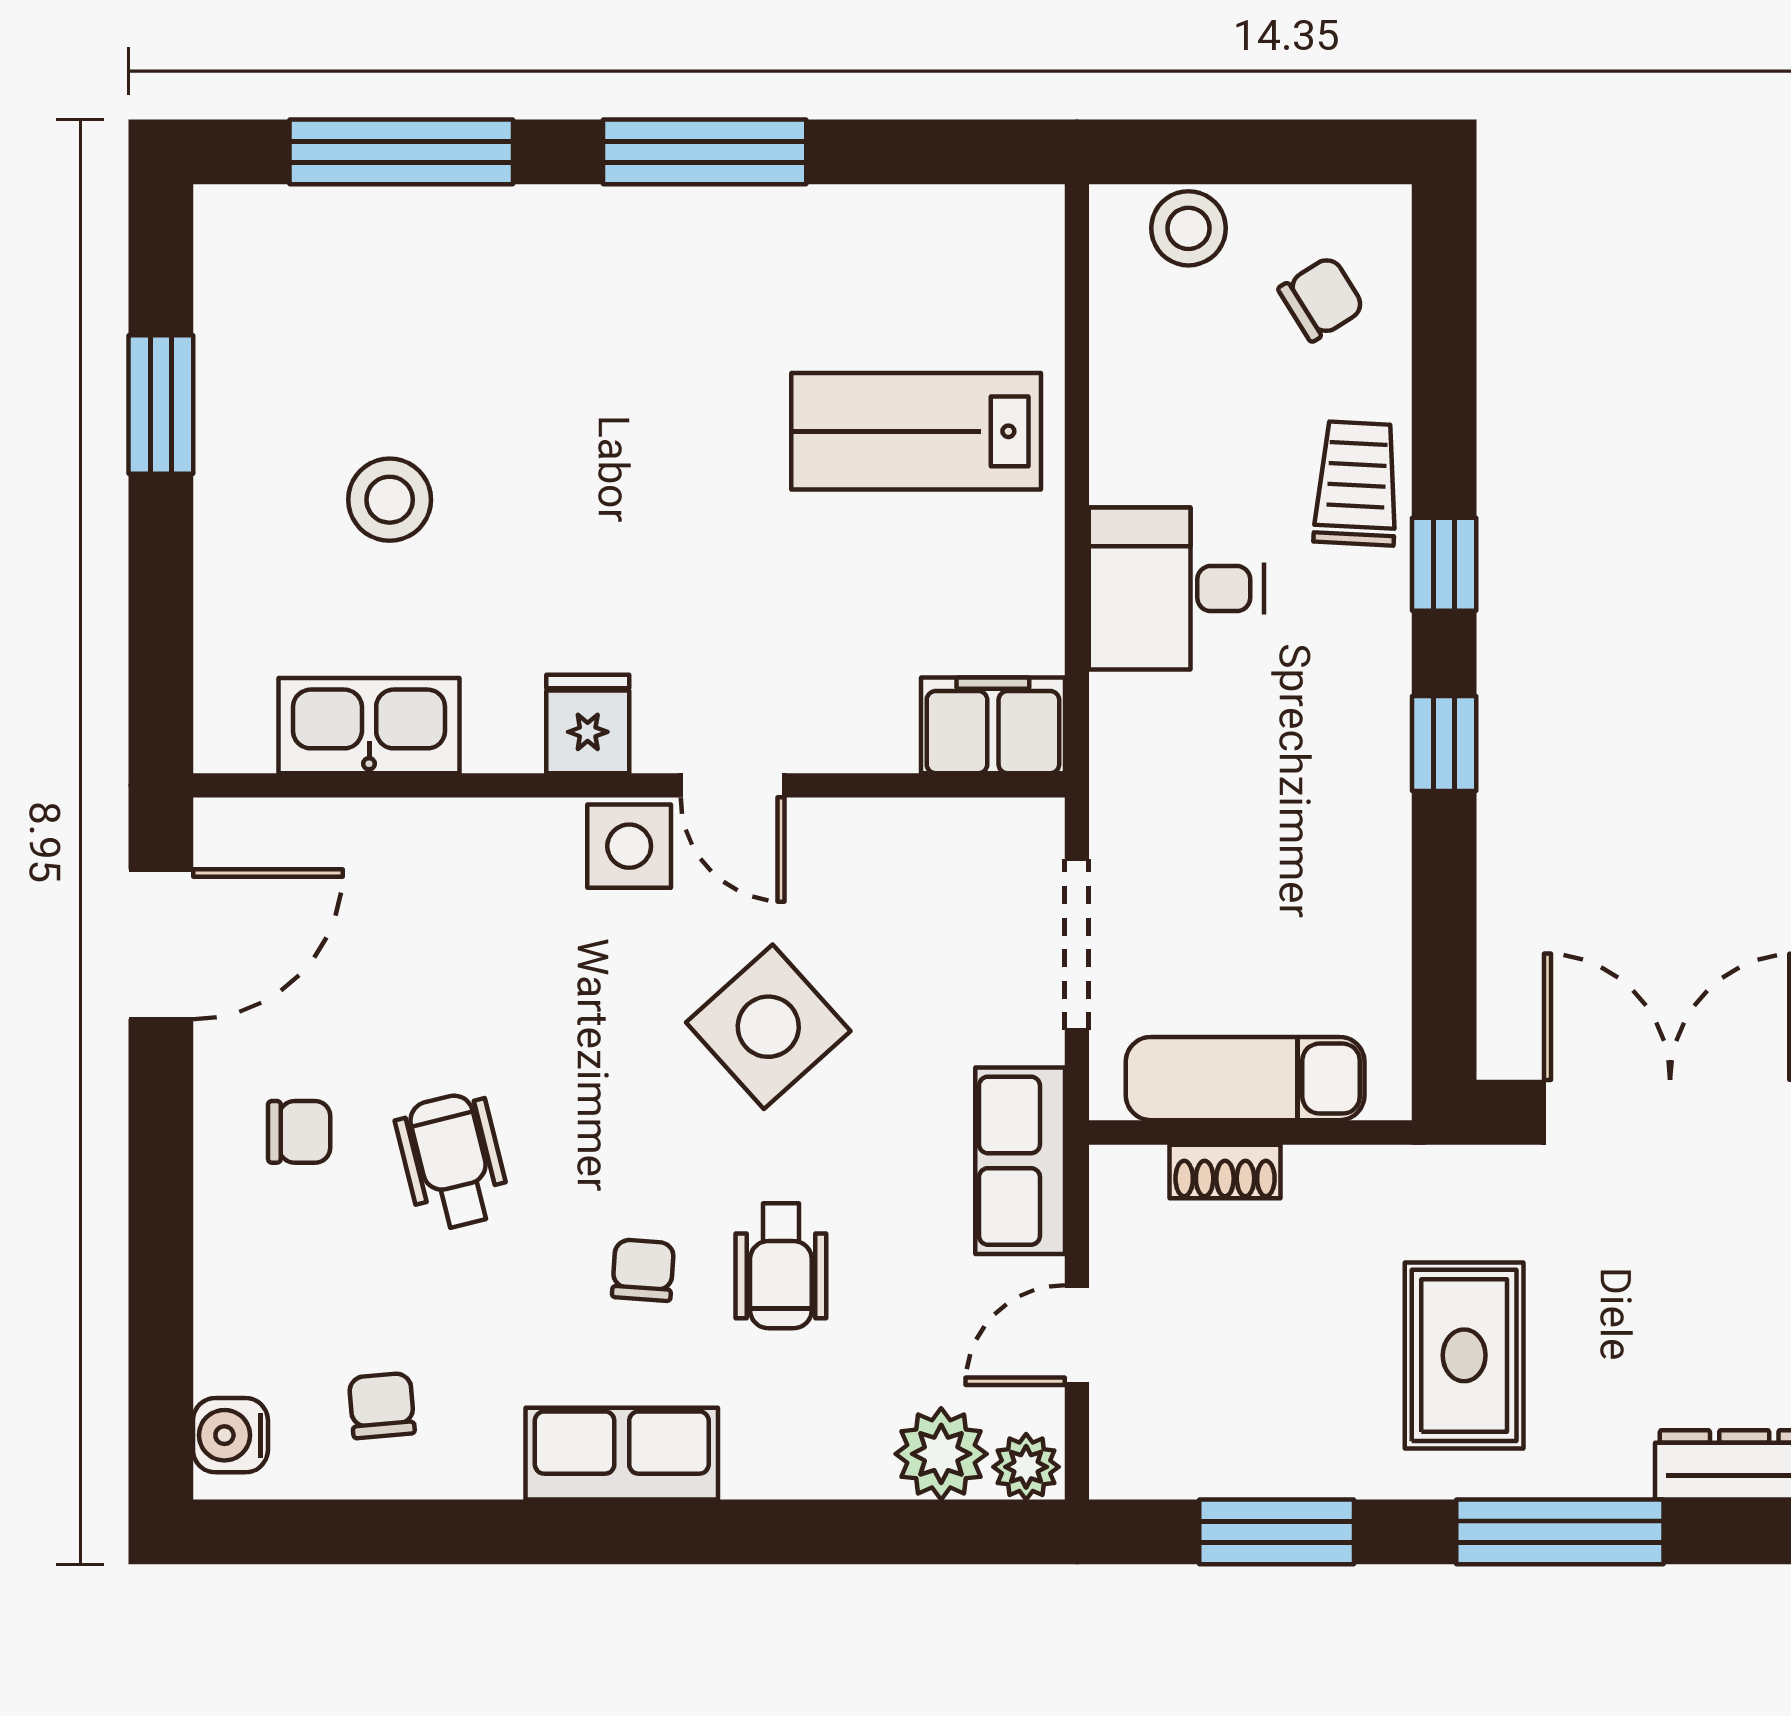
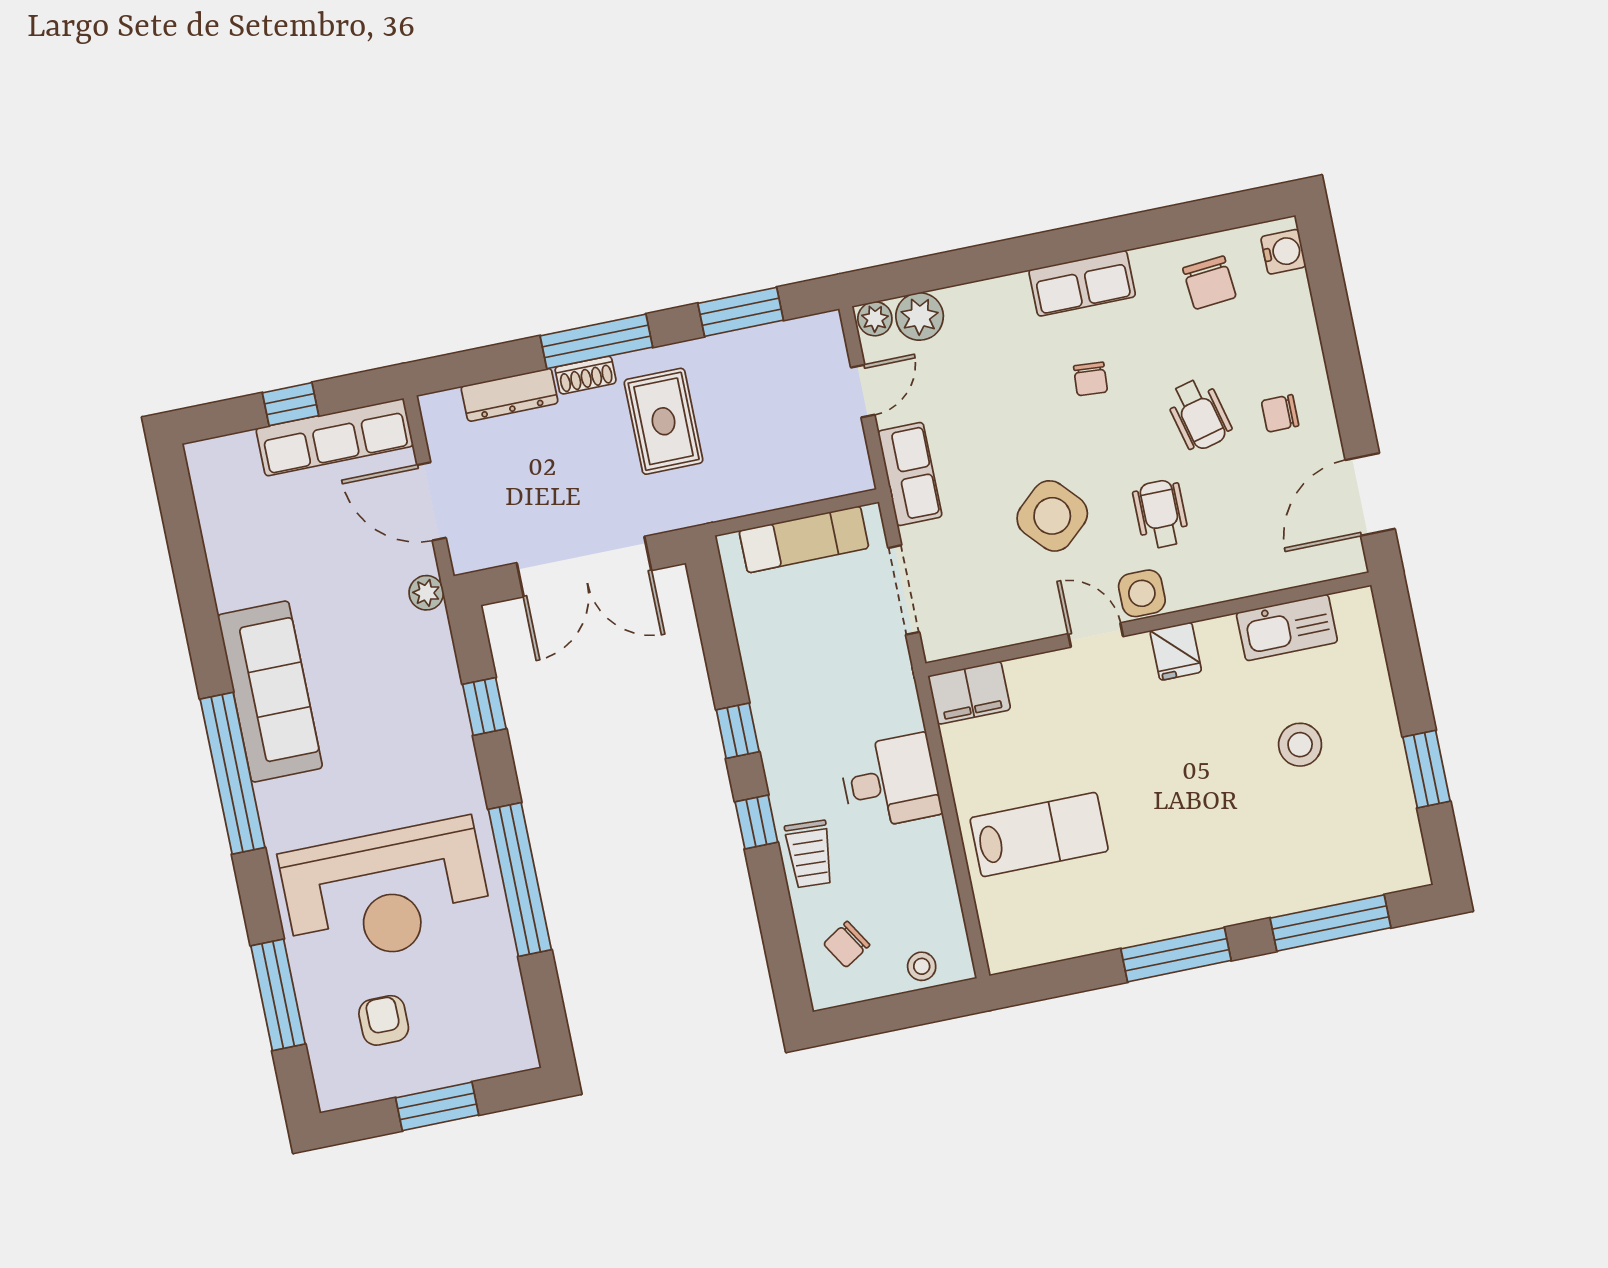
stool: (1188, 228) -> (922, 966), width x0.73, depth x0.73
shoe rack: (1225, 1171) -> (586, 375), moved, turned 180
wheelchair: (781, 1266) -> (1161, 514), moved
chair: (382, 1406) -> (1209, 283), width x1.37, depth x1.37

